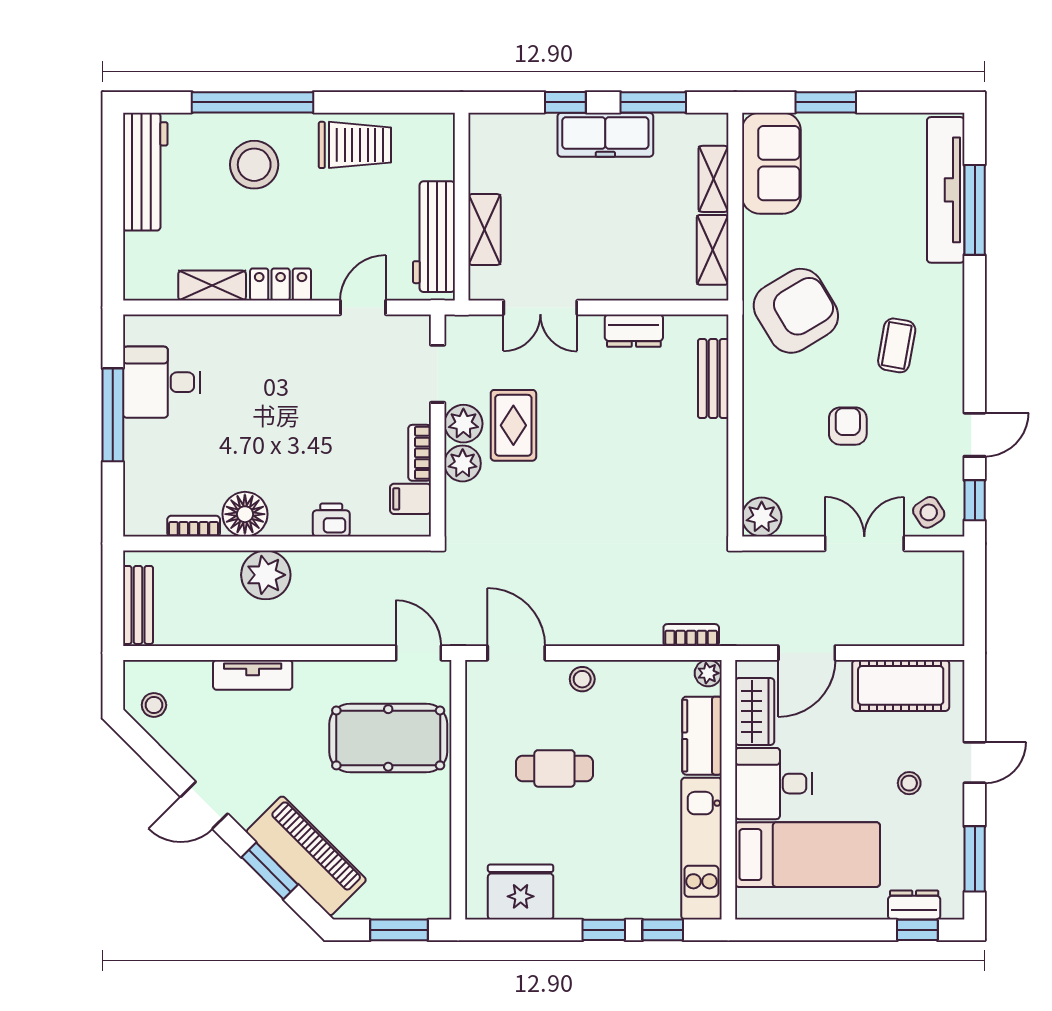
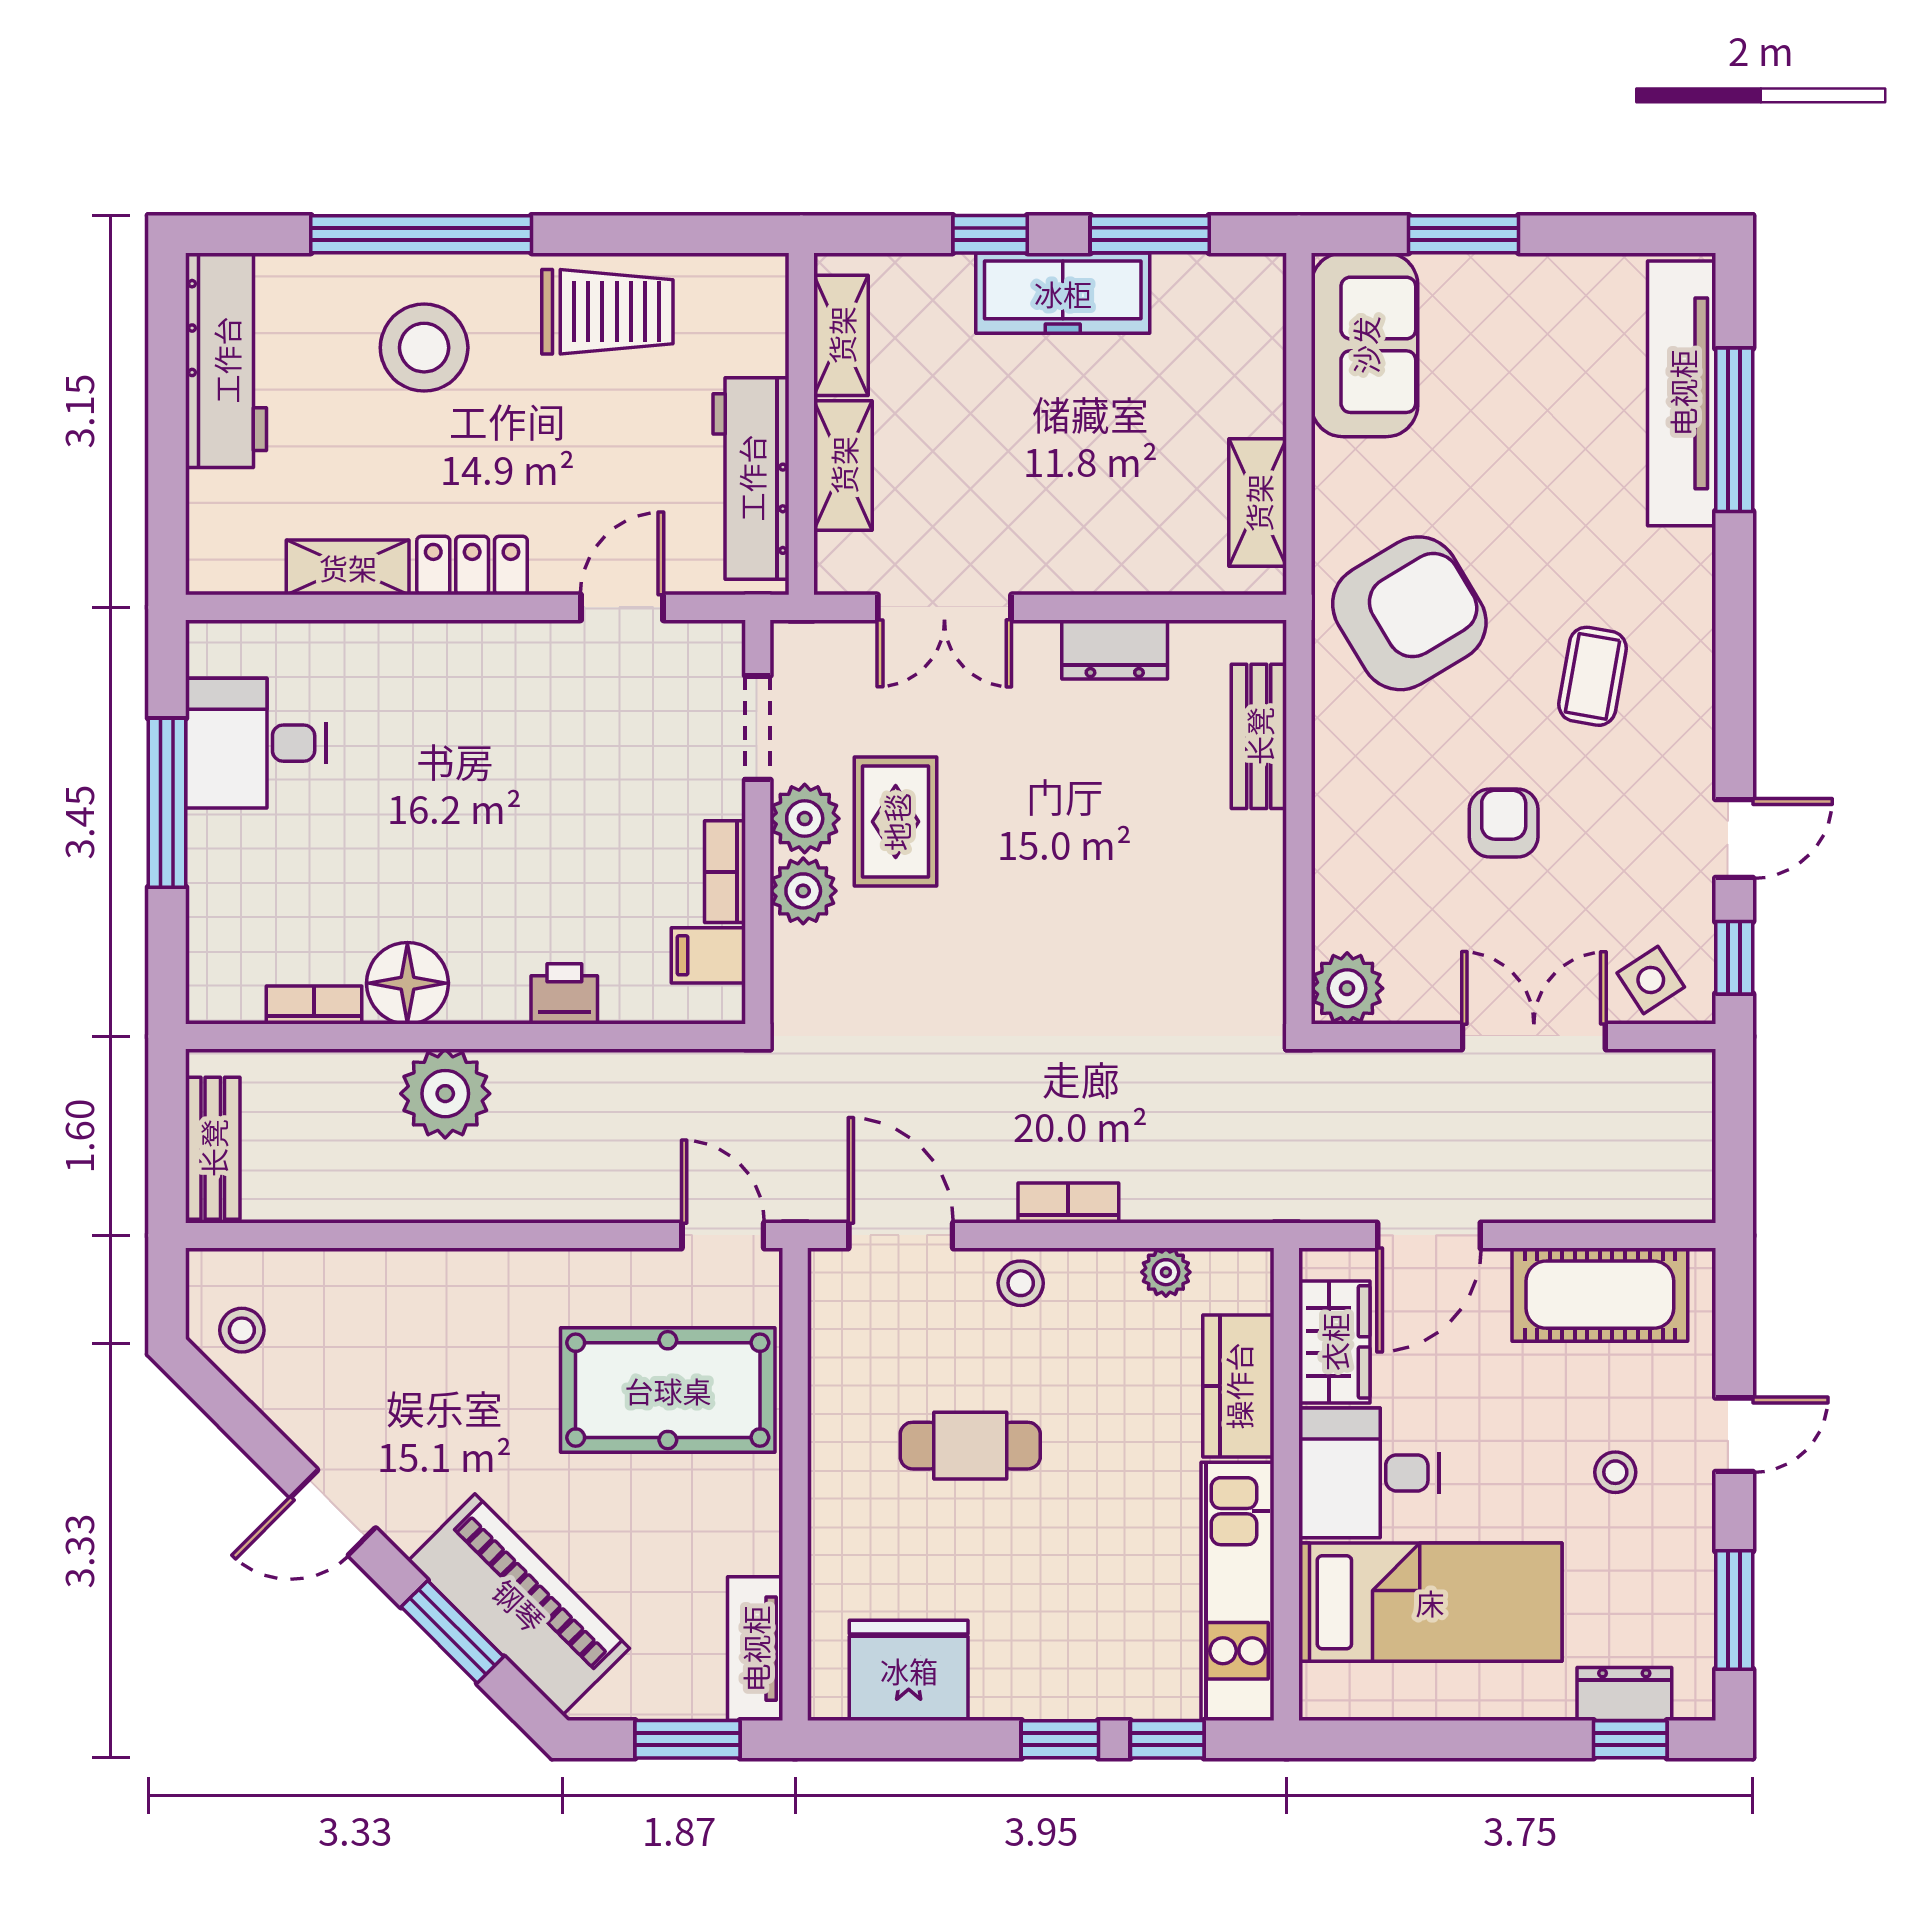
shelving: (713, 179) -> (841, 335), moved
bookcase: (691, 635) -> (1068, 1203), moved
plant: (708, 673) -> (1166, 1272), moved
tv unit: (253, 675) -> (755, 1649), moved, turned 90

